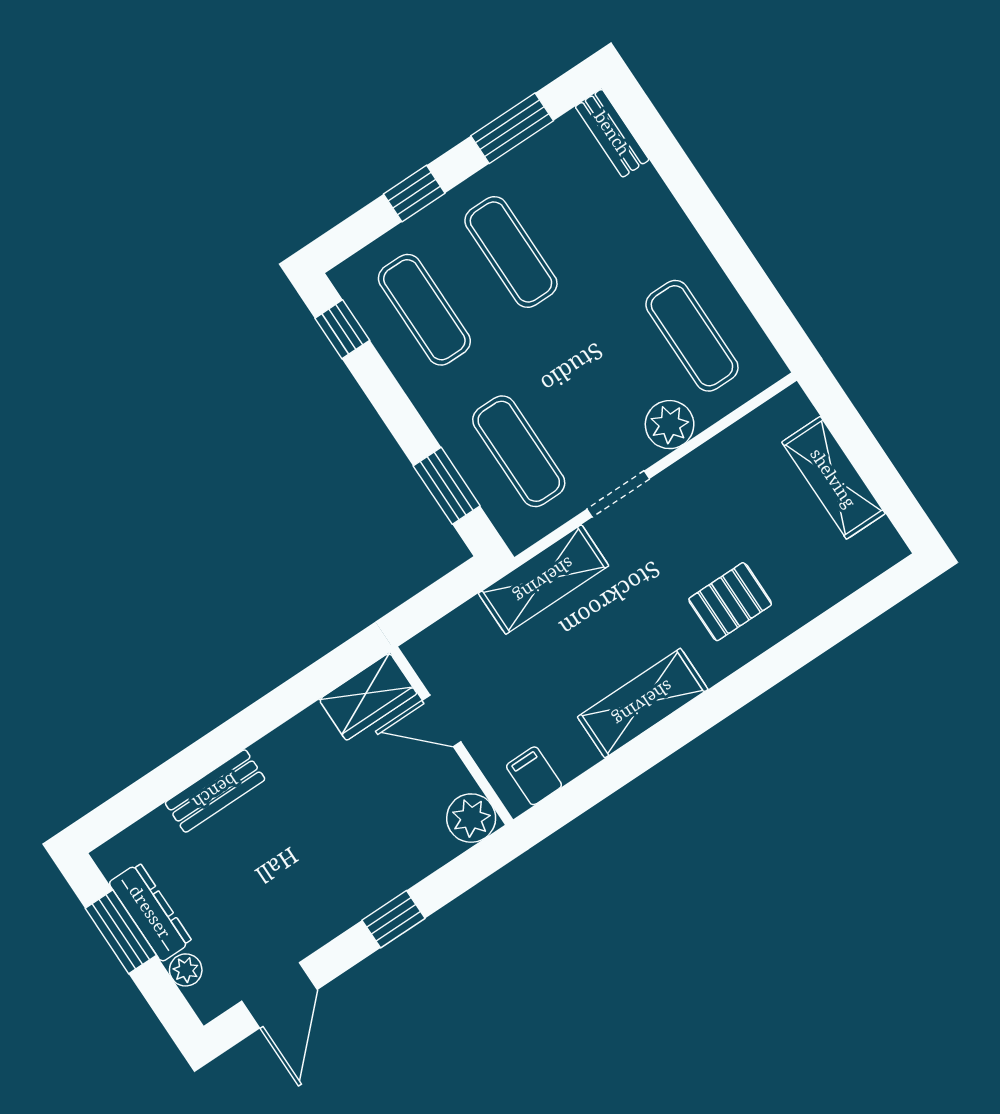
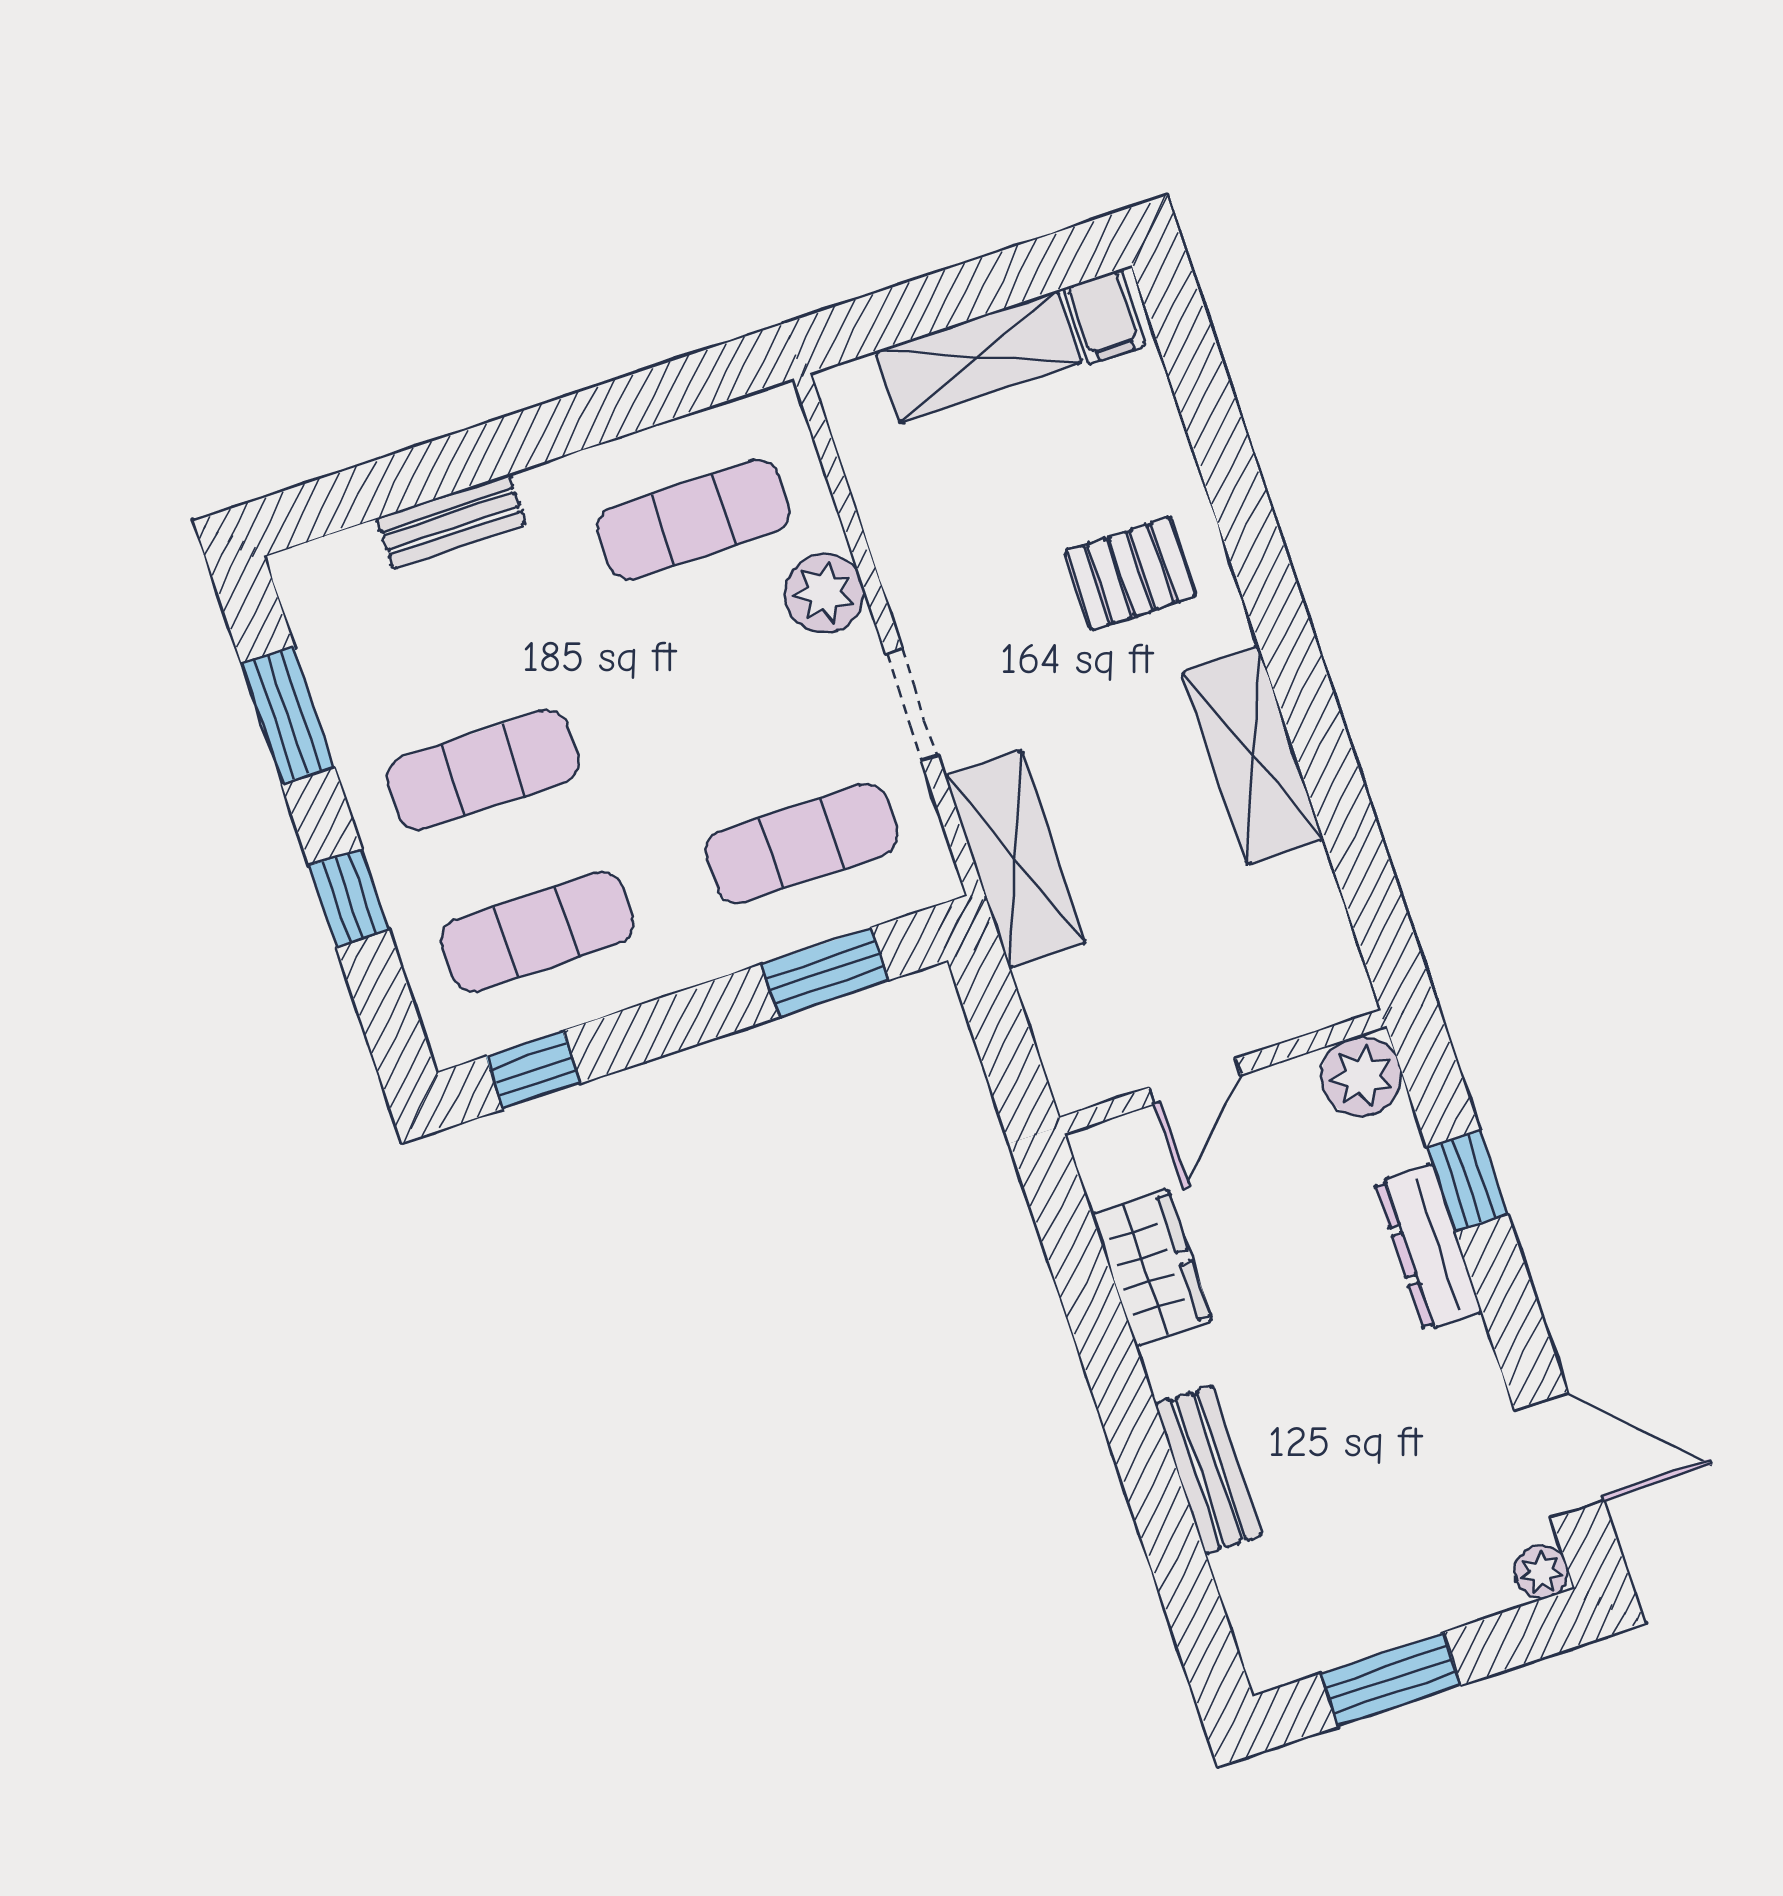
bench: (612, 133) -> (451, 521), moved
pallet: (730, 602) -> (1130, 574), turned 90
wardrobe: (368, 697) -> (1152, 1267), moved
filing cabinet: (534, 776) -> (1104, 317), moved, turned -90
dresser: (150, 912) -> (1428, 1247), moved, turned -90
window: (393, 919) -> (1468, 1181), moved
plant: (186, 970) -> (1542, 1572), moved

